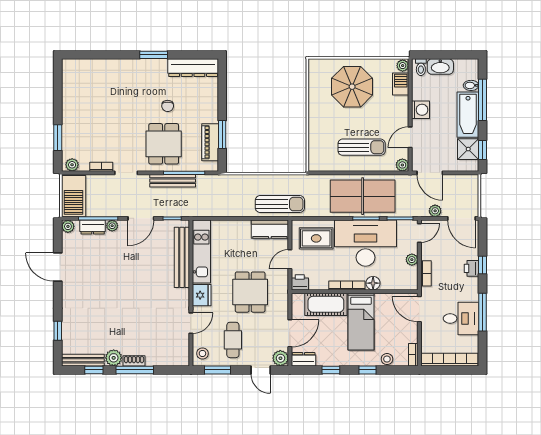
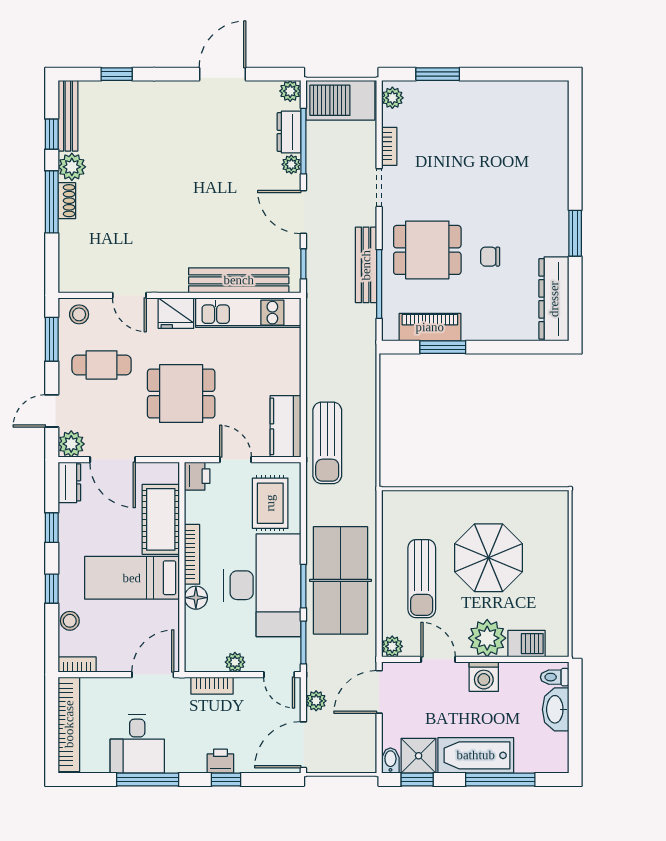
plant: (403, 66) -> (487, 638), moved, width x1.88, depth x1.88
bidet: (471, 85) -> (390, 760), moved
parasol: (352, 87) -> (489, 558), moved

